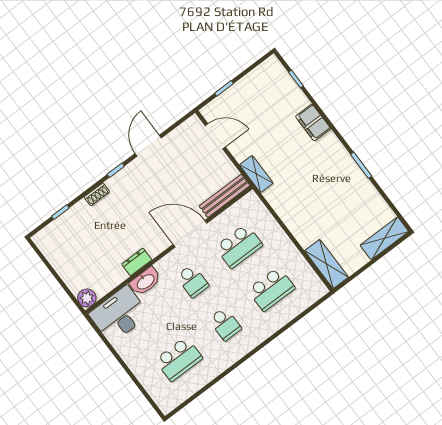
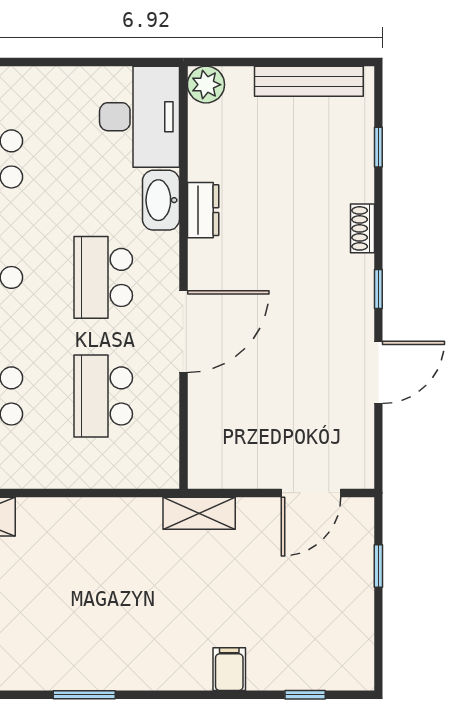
filing cabinet: (313, 122) -> (229, 669), width x0.50
door: (148, 146) -> (378, 372), hinge flipped
bench: (225, 196) -> (309, 81), moved, turned 90
school desk: (193, 281) -> (103, 277), width x1.85

